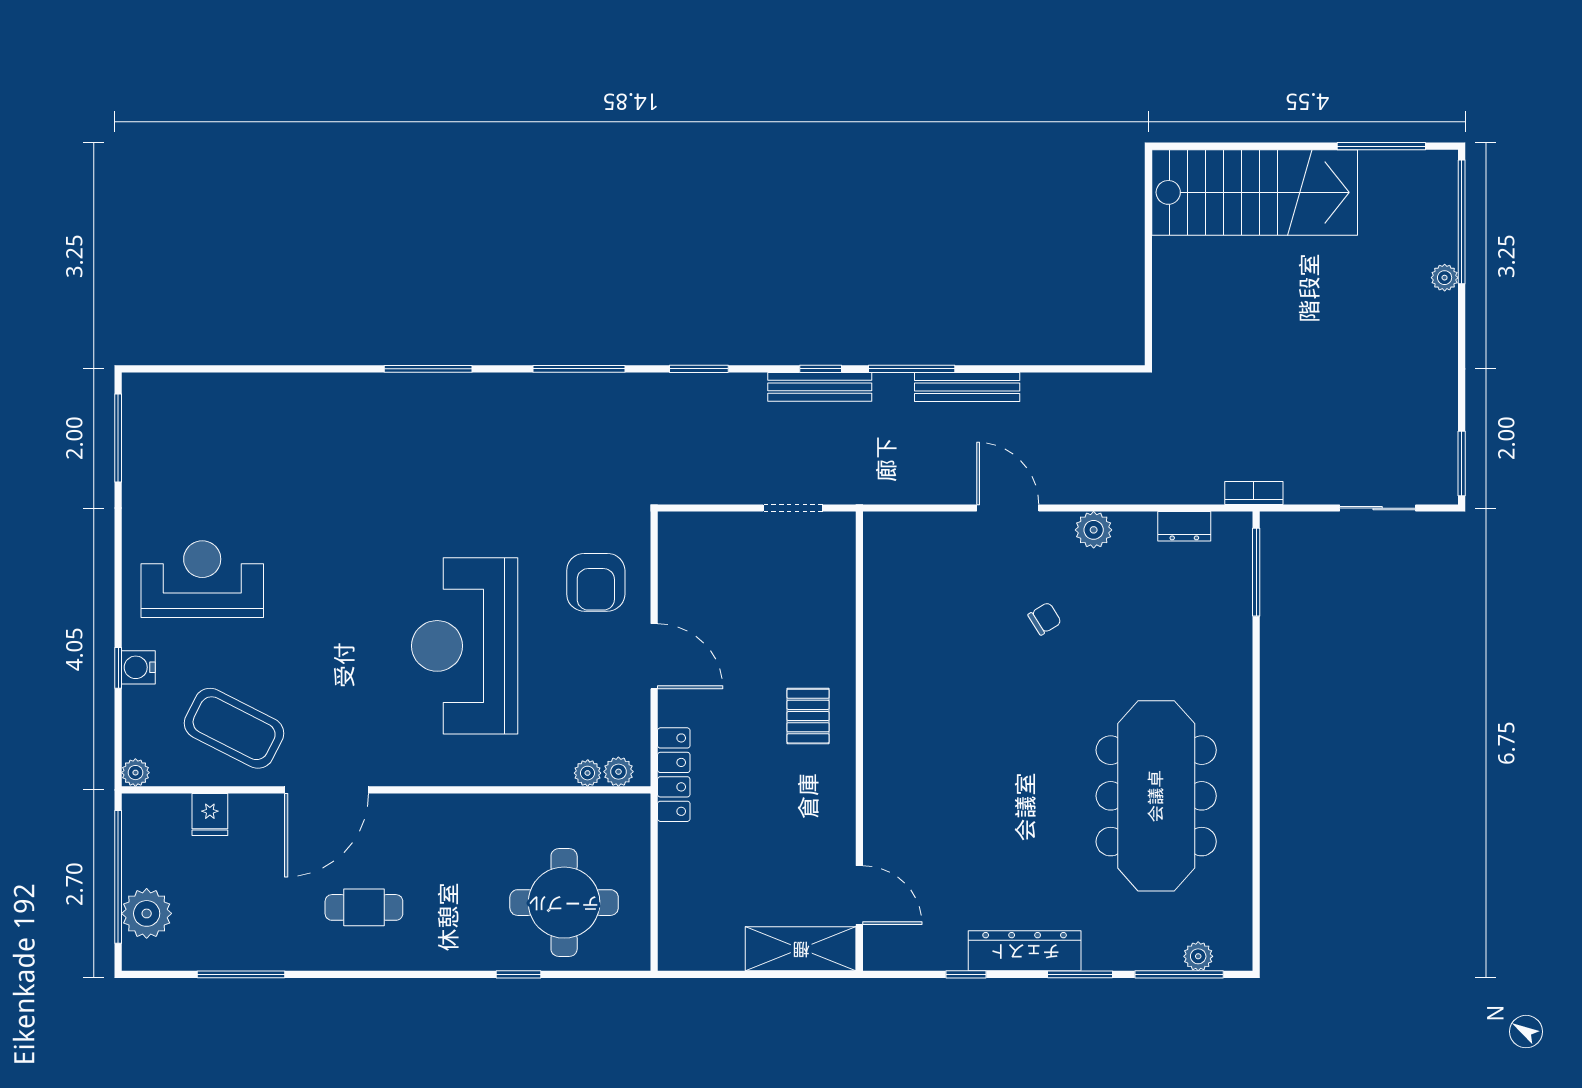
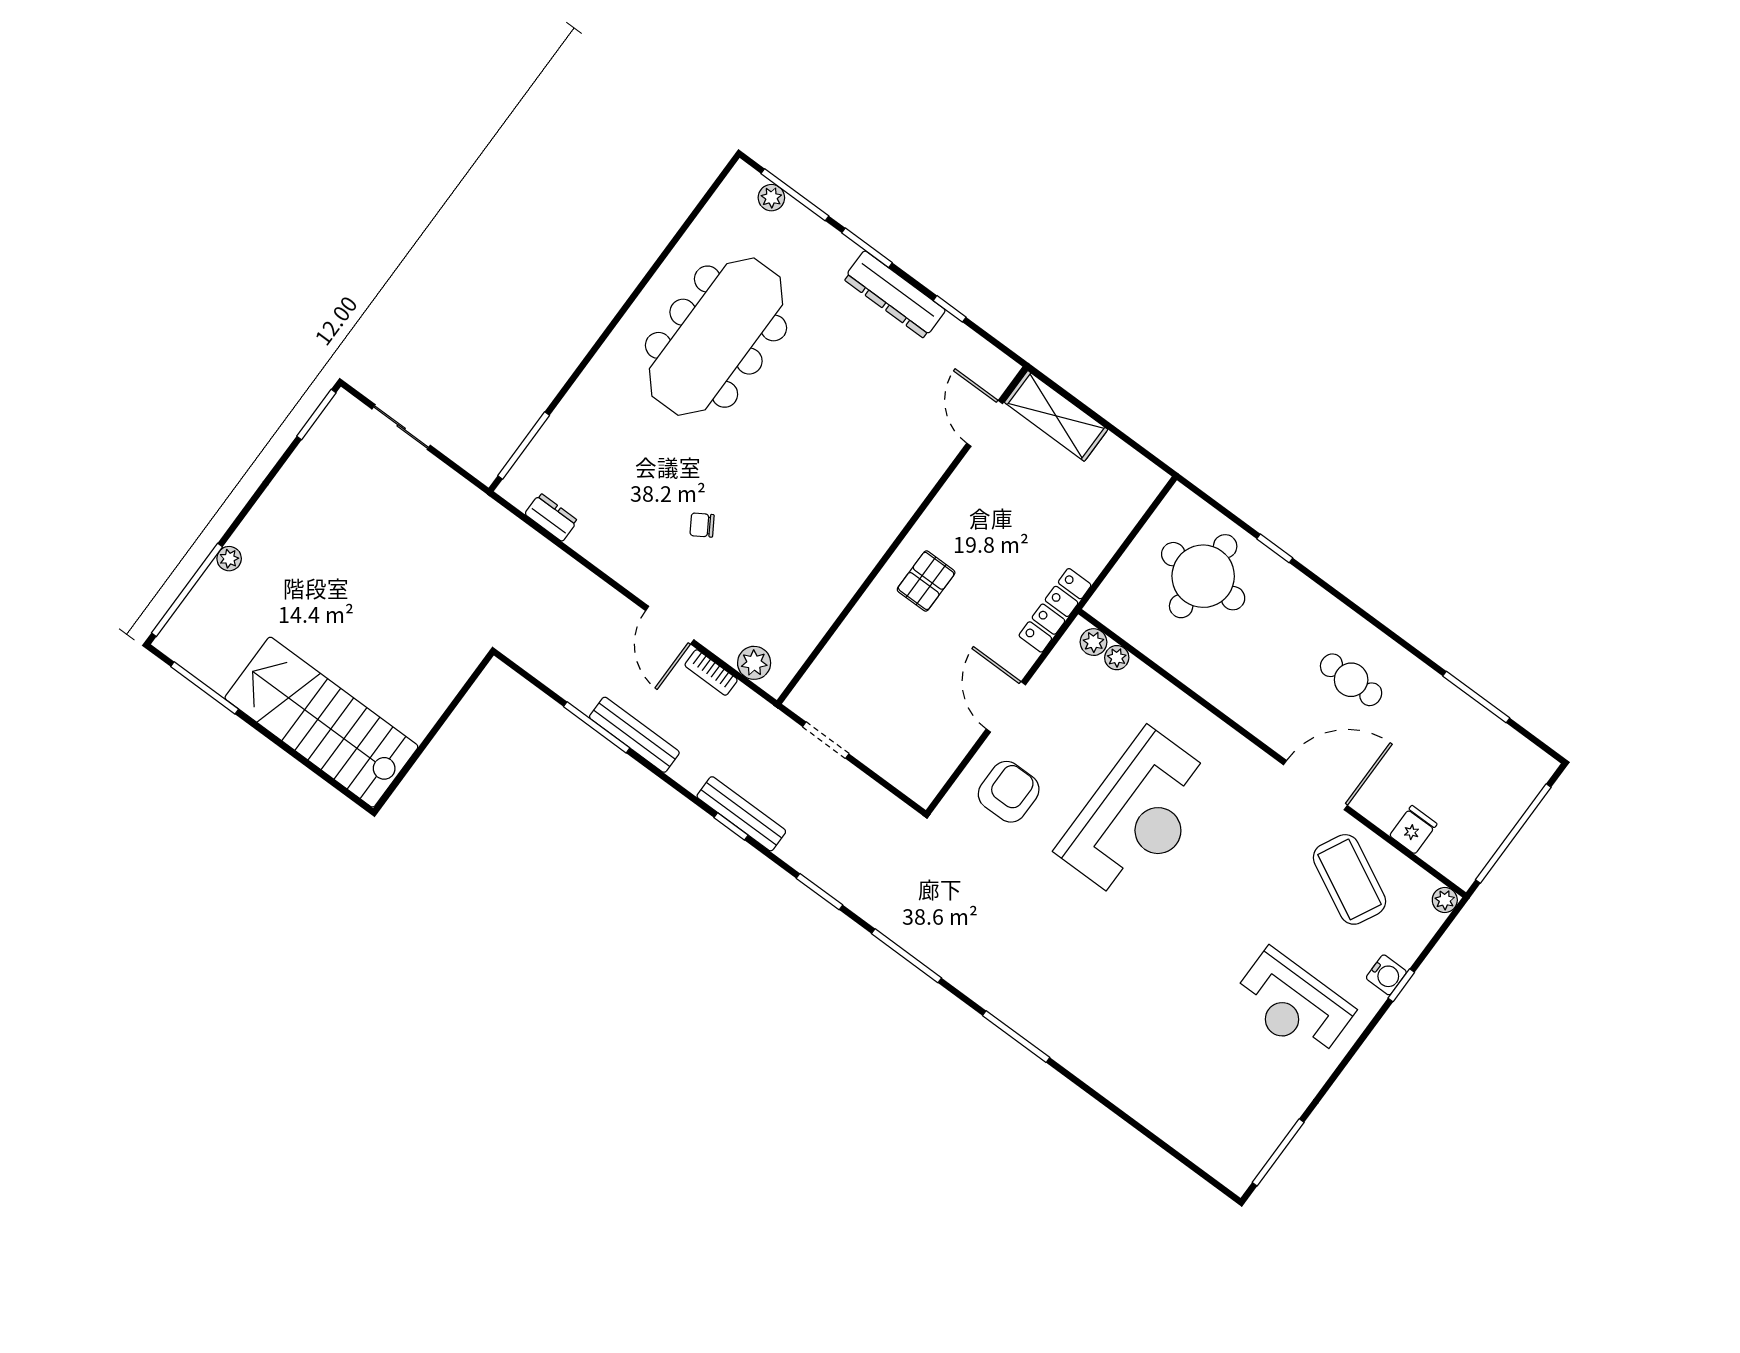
window: (912, 369) -> (597, 727), moved
bookcase: (1254, 493) -> (711, 673), moved
plant: (1094, 530) -> (754, 663), moved
plant: (147, 913) -> (1512, 792), removed

